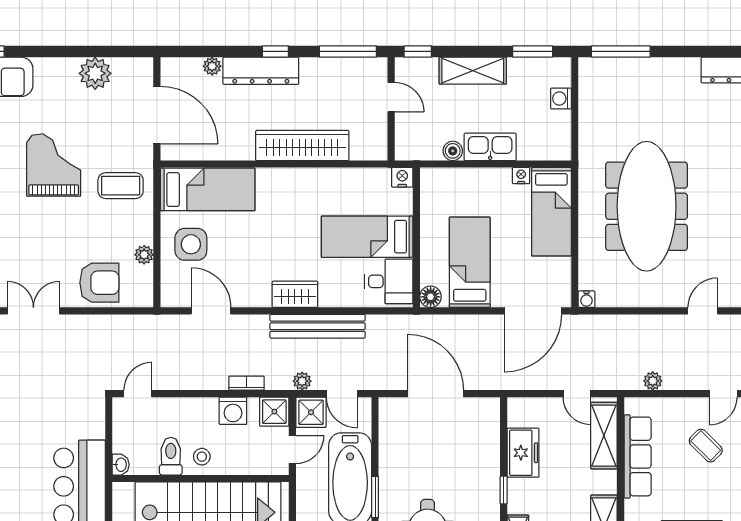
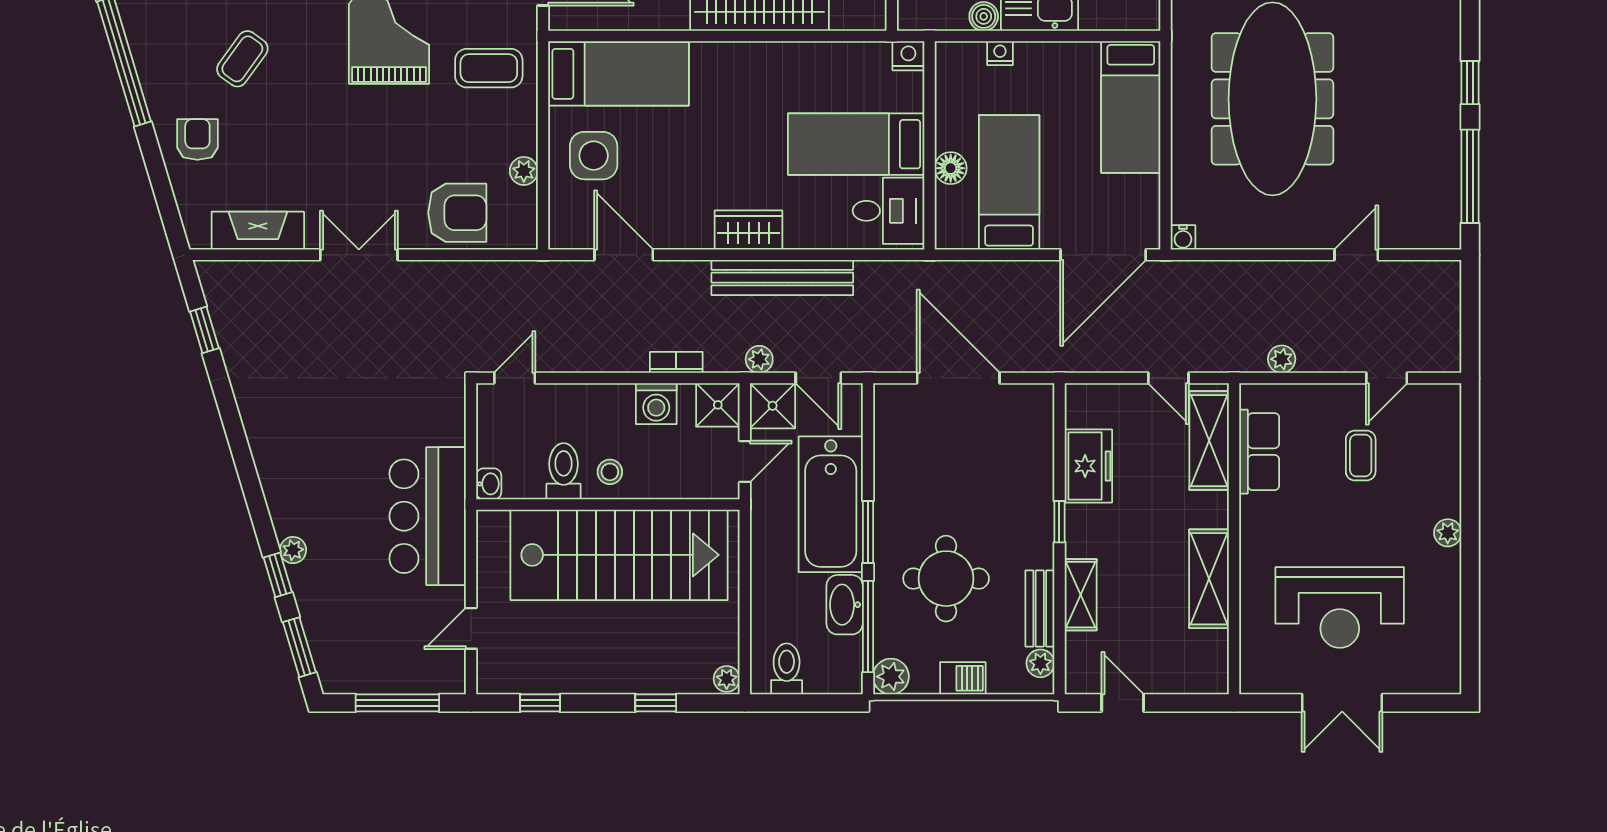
nightstand: (521, 176) -> (1000, 53), moved
floor lamp: (431, 297) -> (951, 168), moved
coffee table: (706, 446) -> (1361, 455), turned 45
row of seats: (638, 456) -> (1259, 452), width x0.68

